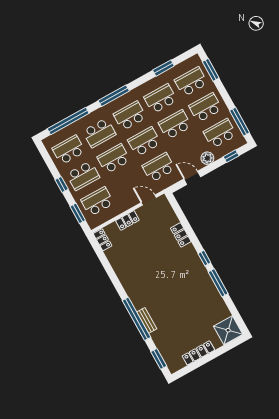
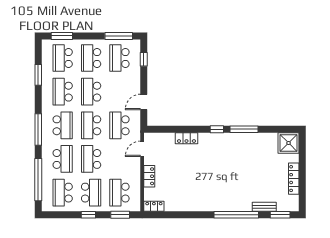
school desk: (130, 116) -> (63, 125), turned 180
plant: (207, 158) -> (134, 80), removed
bench: (147, 320) -> (264, 207), moved

